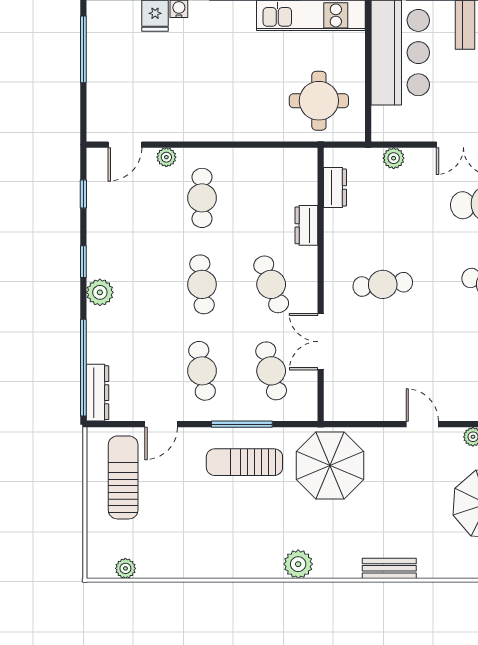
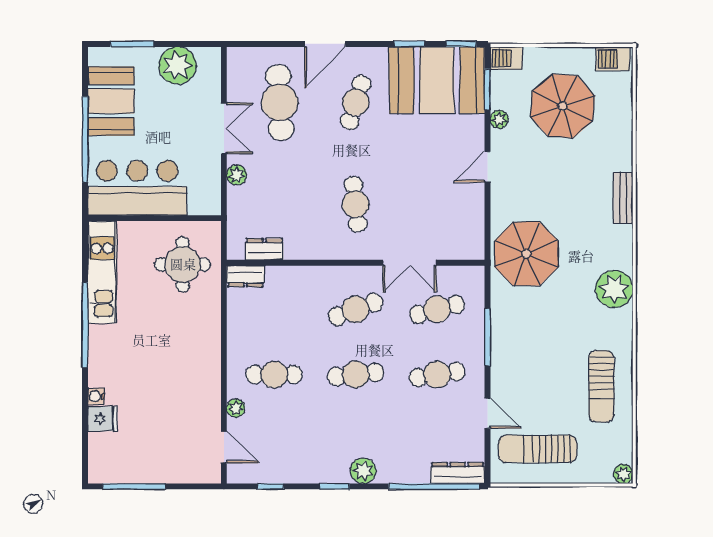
plant: (394, 158) -> (237, 175), moved
dresser: (306, 225) -> (246, 276), moved
sun lounger: (244, 462) -> (601, 386), moved
plant: (298, 564) -> (614, 289), width x1.36, depth x1.36
plant: (125, 568) -> (623, 474), moved

